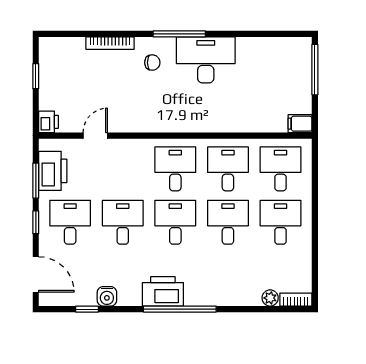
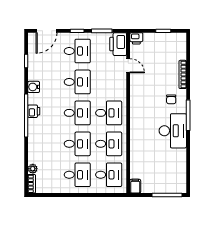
printer: (53, 171) -> (118, 44), moved, turned 90
printer: (163, 291) -> (34, 111), width x0.53, depth x0.68
water cooler: (107, 296) -> (34, 87), moved

